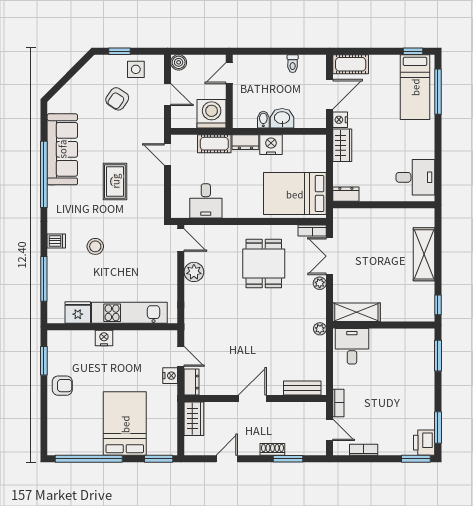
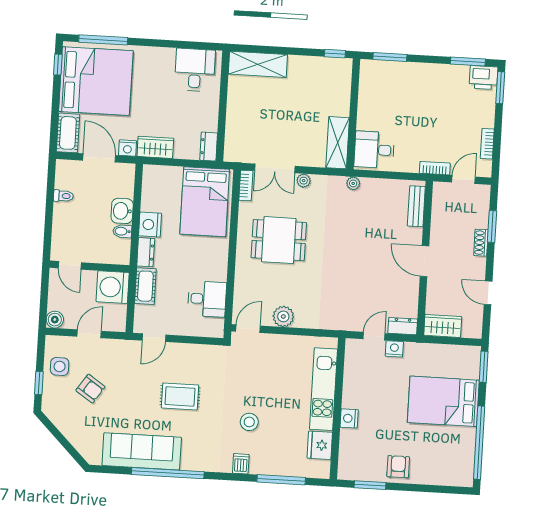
bed: (415, 87) -> (96, 81), width x2.04
shelving: (424, 254) -> (258, 64), moved

